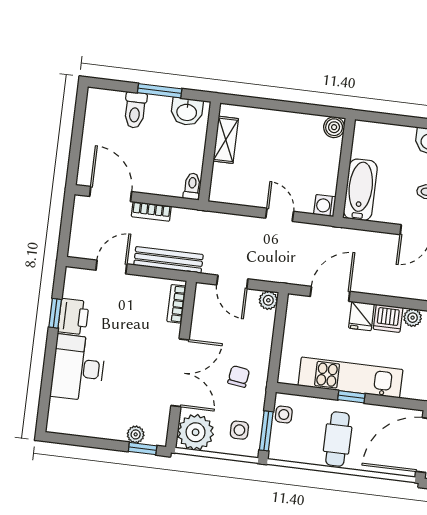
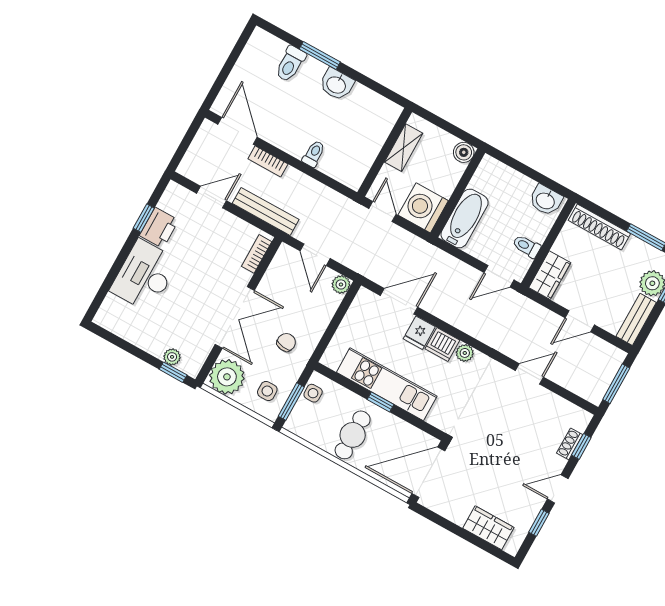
shelving: (226, 140) -> (404, 148), moved
wall: (209, 151) -> (385, 152), moved
washing machine: (325, 206) -> (423, 208), width x1.89, depth x1.89

